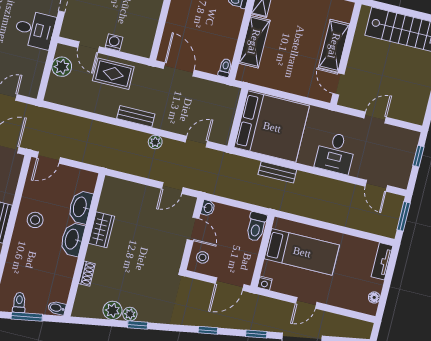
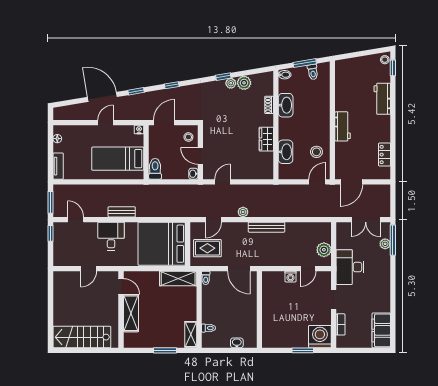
desk: (35, 29) -> (350, 267), width x1.37
shelving: (254, 42) -> (178, 279), moved, turned 90
door: (88, 47) -> (308, 269), swing flipped
rug: (113, 74) -> (207, 248), moved
bench: (136, 116) -> (266, 227), width x1.36
window: (418, 156) -> (51, 233), moved
bench: (277, 172) -> (122, 212), moved
stool: (35, 220) -> (316, 152), moved
washbasin: (72, 239) -> (286, 105), moved

